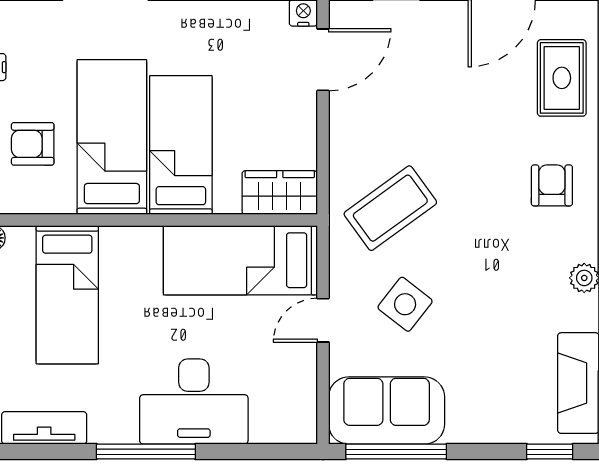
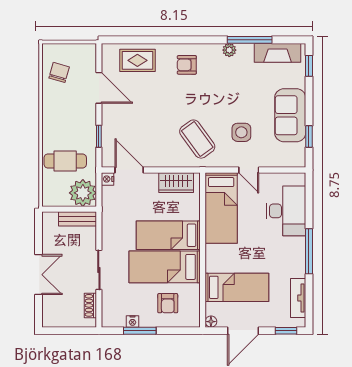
wardrobe: (280, 193) -> (176, 183), moved, turned -90
side table: (405, 304) -> (241, 132), turned -38
desk: (194, 402) -> (286, 211), moved
sofa: (387, 411) -> (290, 115), moved
window: (396, 452) -> (309, 136), width x0.46

